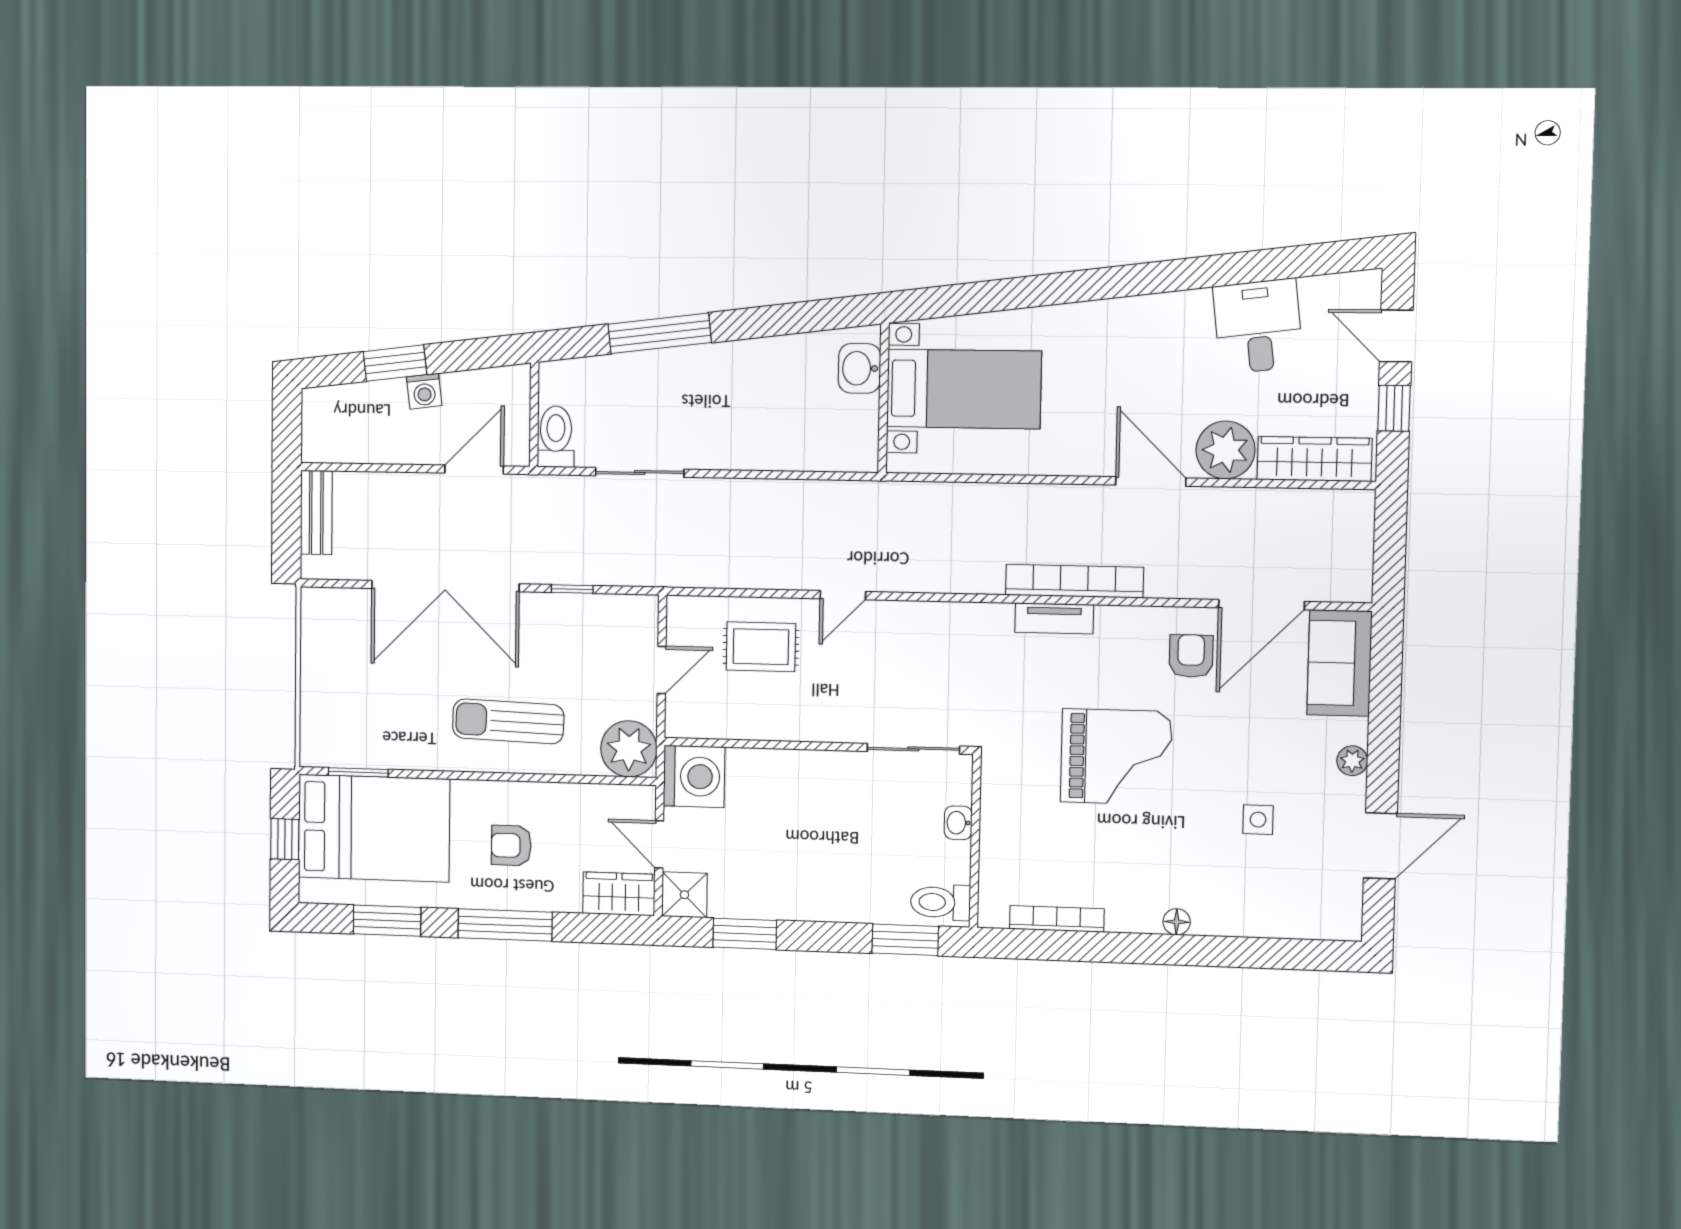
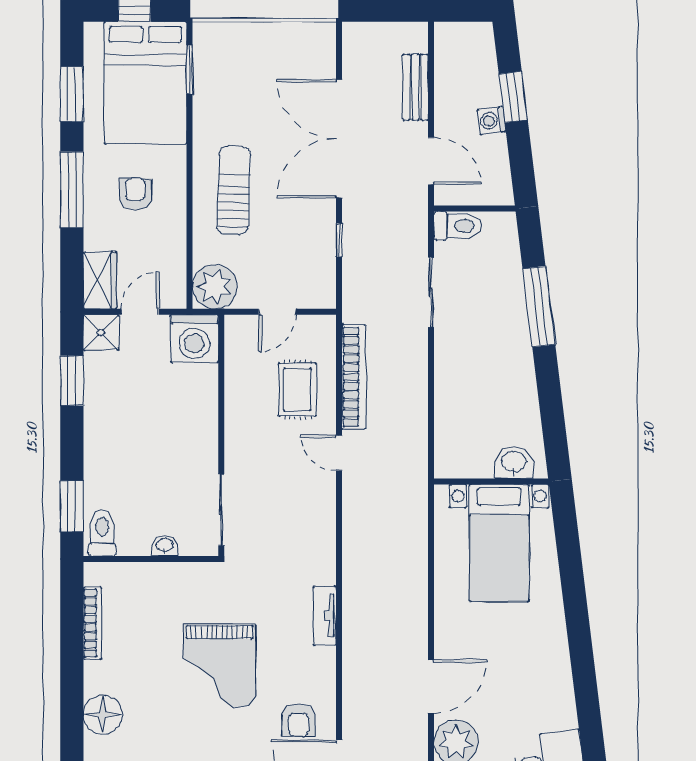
bench: (316, 512) -> (415, 87), moved, turned 90
bookcase: (1074, 581) -> (354, 377), moved
armchair: (1191, 656) -> (299, 720), turned 90
door: (662, 670) -> (277, 312), hinge flipped
floor lamp: (1177, 922) -> (103, 715), width x1.89, depth x1.89

